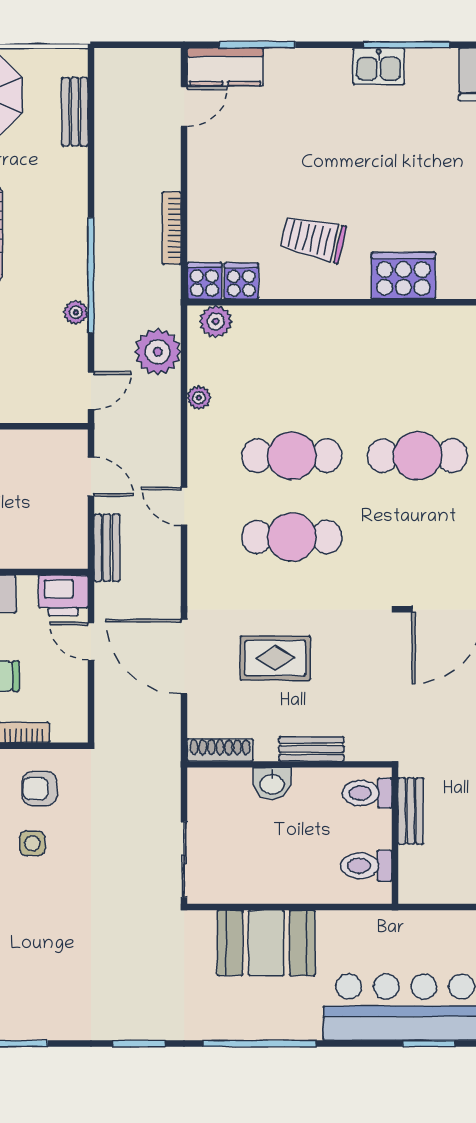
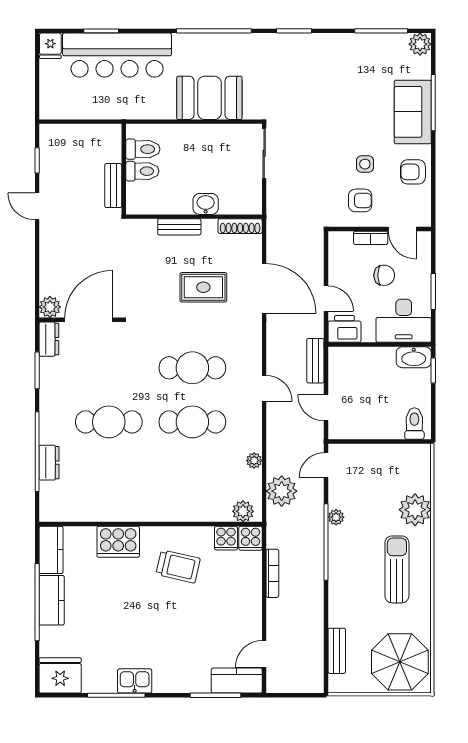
toilet: (367, 793) -> (142, 171), moved

